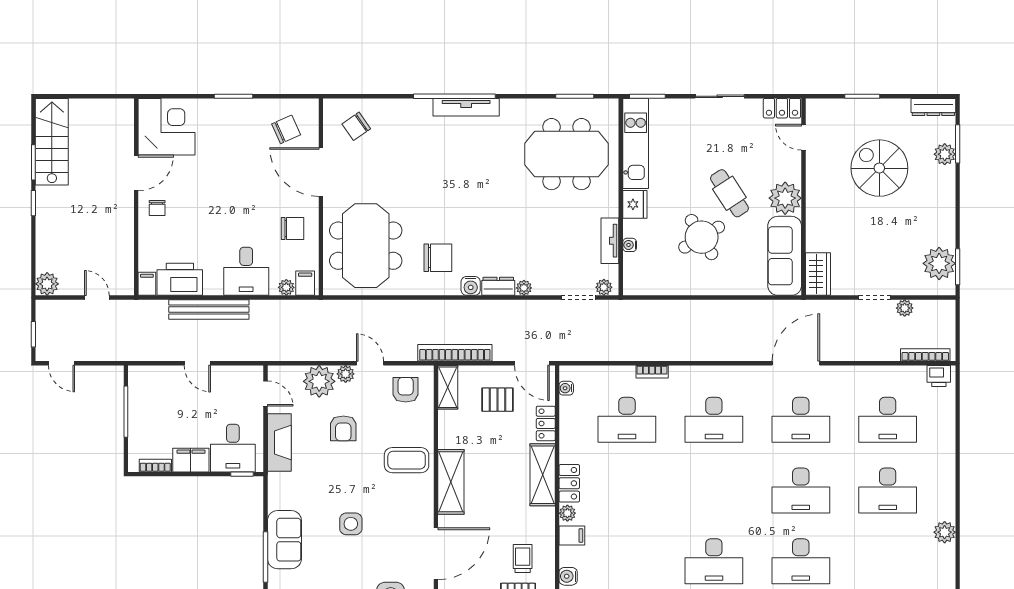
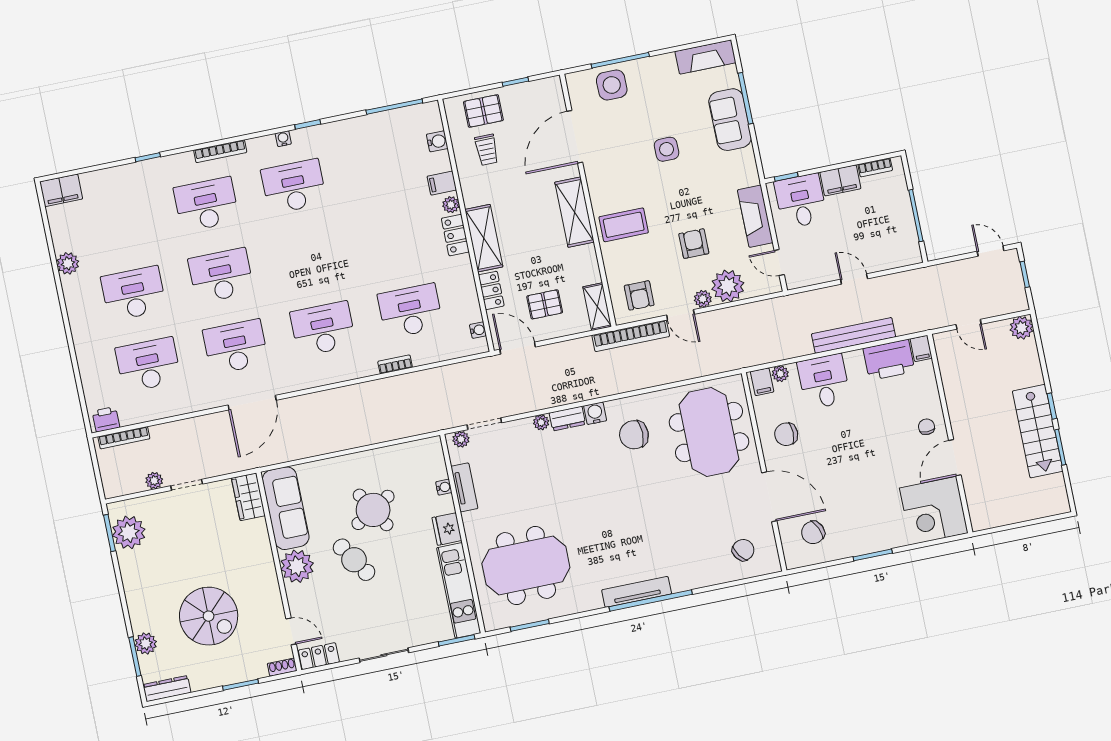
shoe rack: (819, 105) -> (282, 667), added
stairs: (52, 142) -> (1038, 431), moved
bookcase: (455, 353) -> (631, 336), moved

